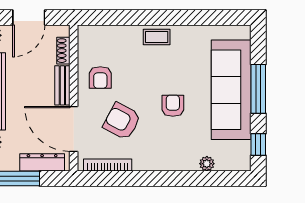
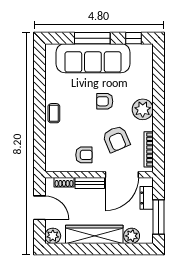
armchair: (122, 121) -> (116, 139), turned -51
dresser: (42, 162) -> (147, 198), width x0.70
plant: (207, 164) -> (143, 109), moved, width x1.88, depth x1.88

